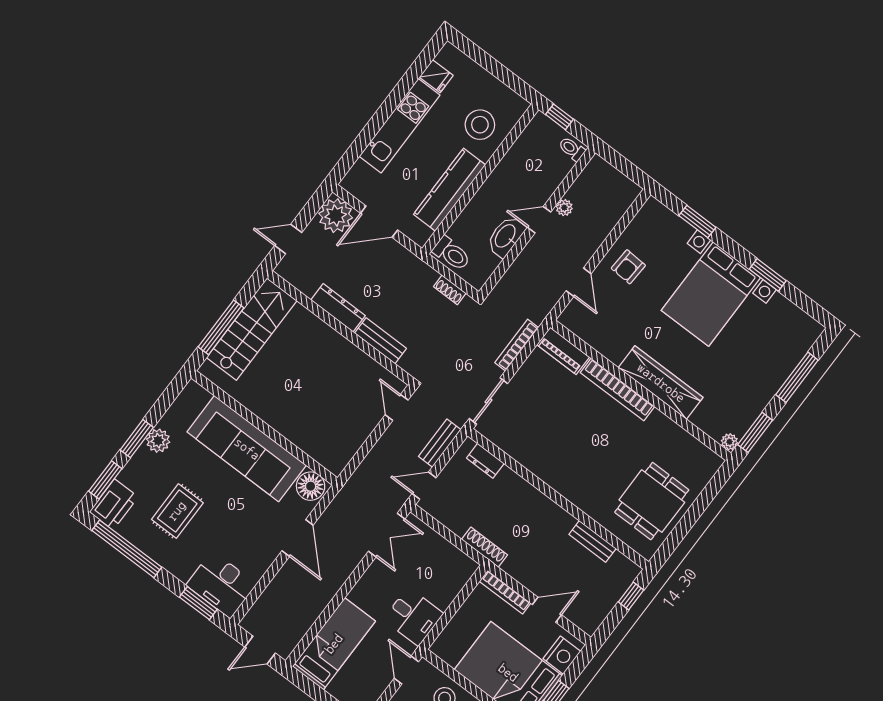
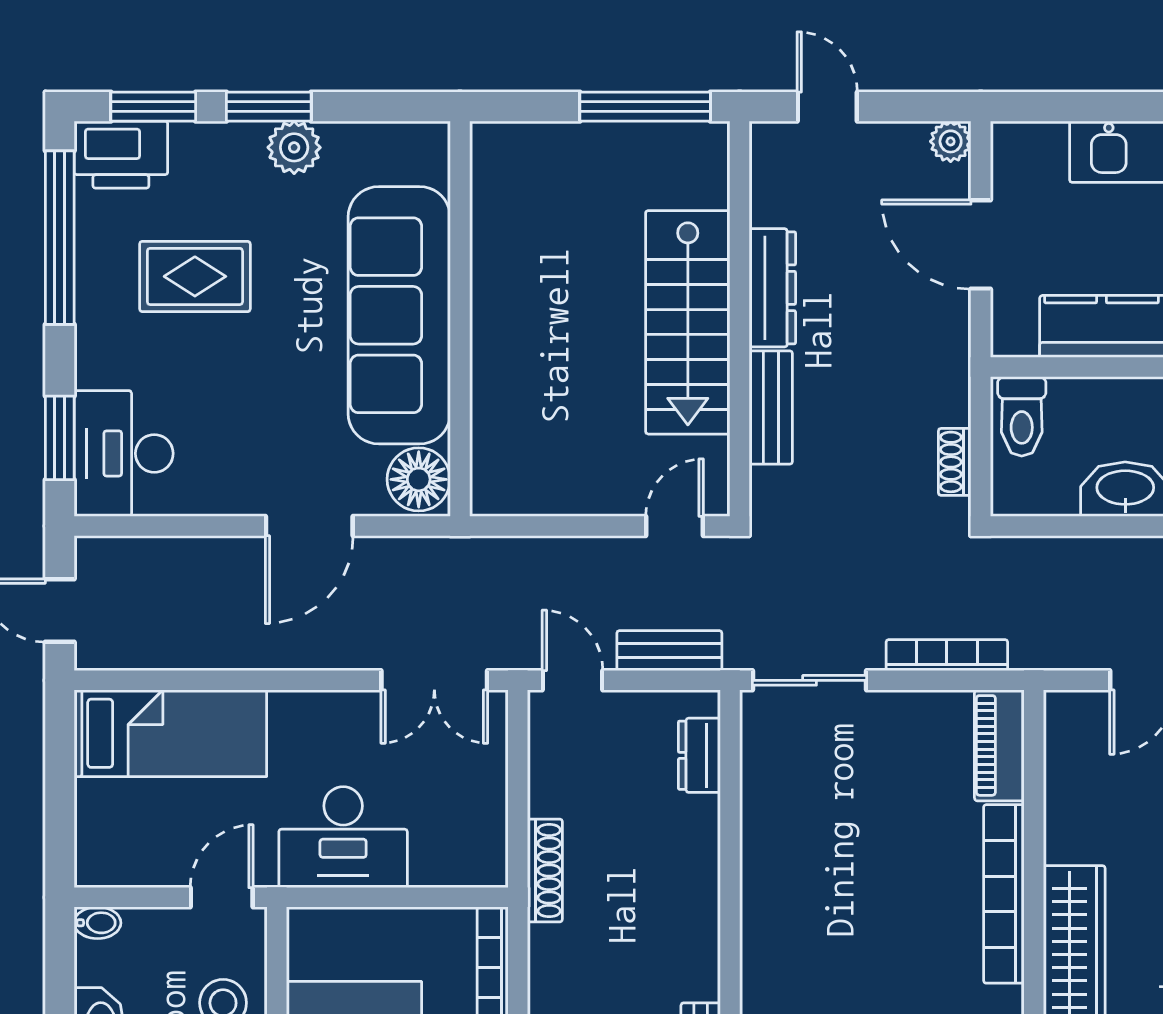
plant: (336, 216) -> (951, 141), width x0.53, depth x0.53
window: (221, 327) -> (645, 107), moved
stairs: (252, 329) -> (688, 322), moved, turned 90
desk: (413, 616) -> (343, 837), width x1.37

